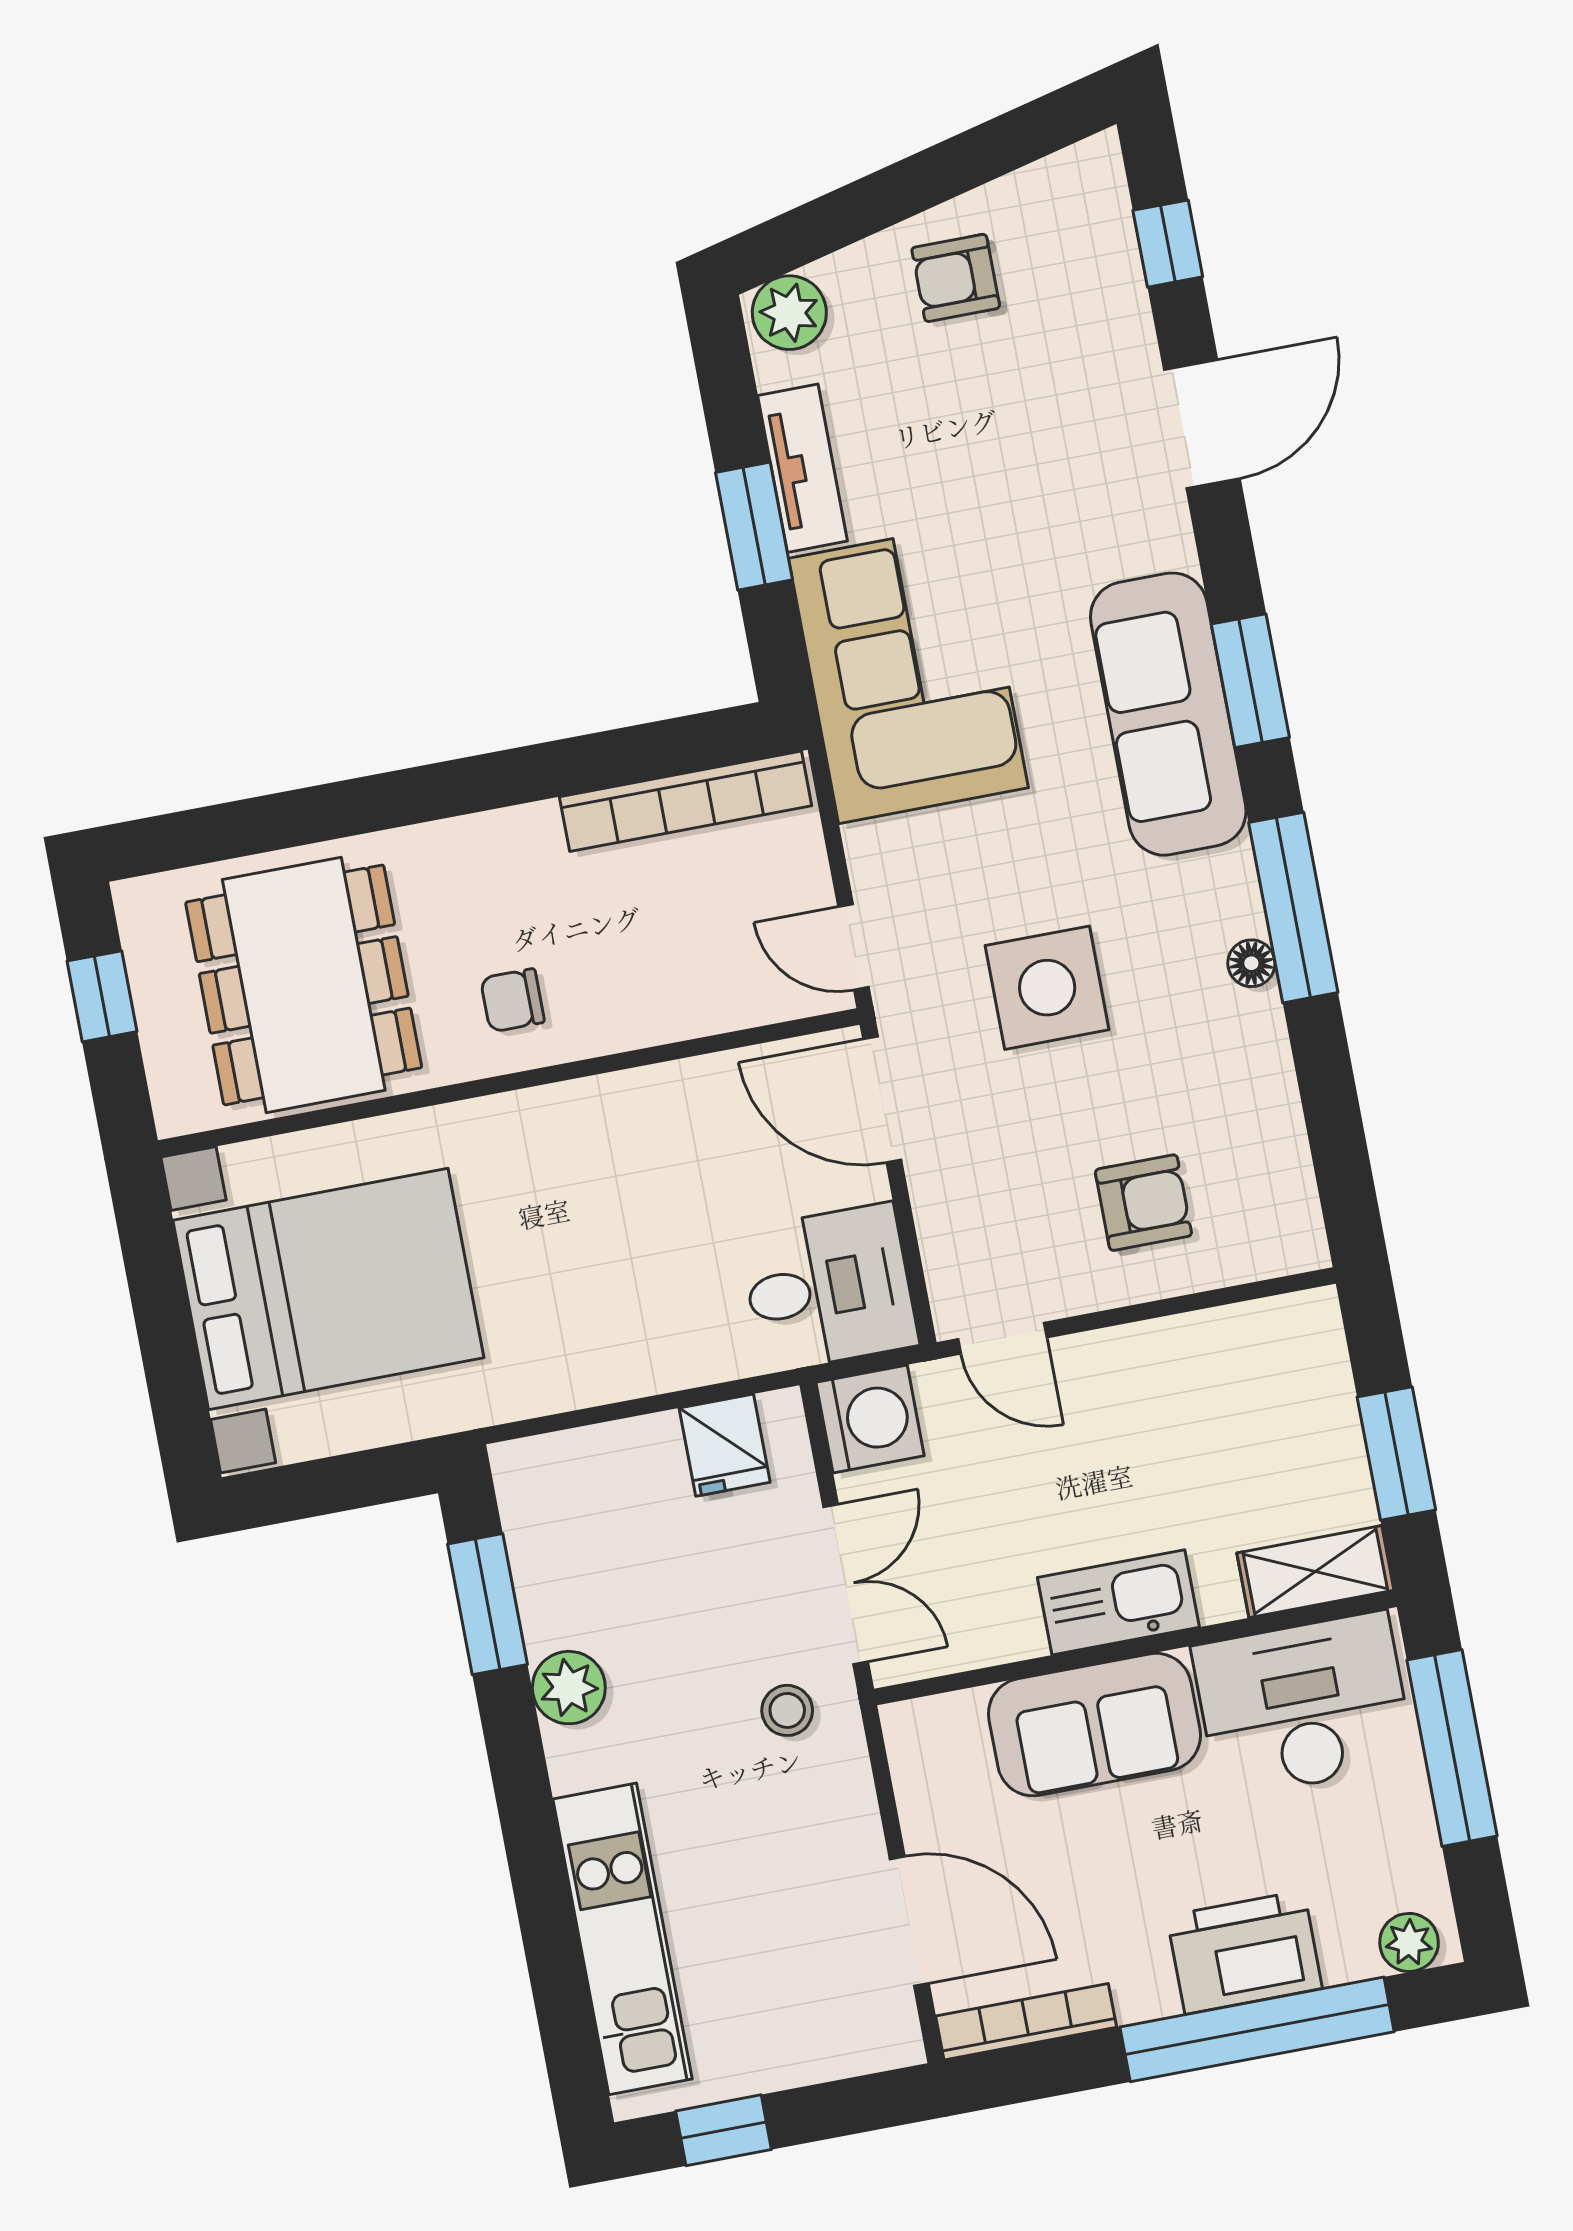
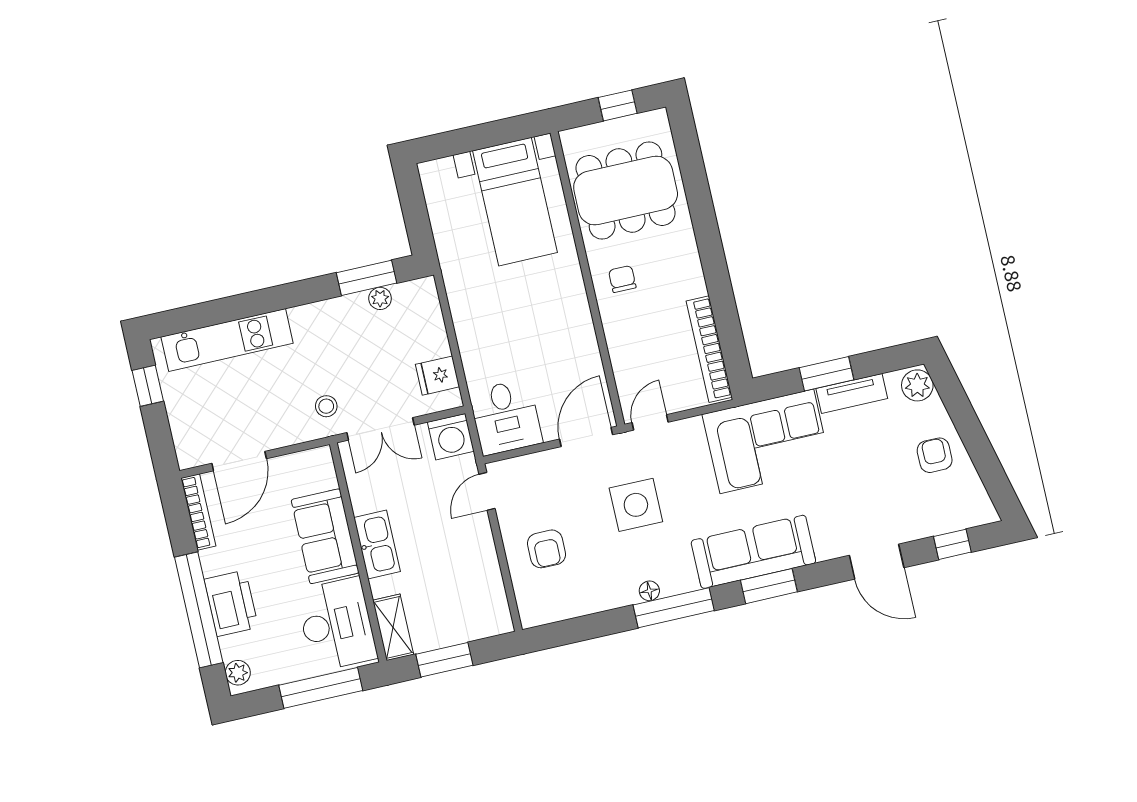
bed with nightstands: (328, 1289) -> (515, 202), width x0.73
plant: (569, 1688) -> (380, 298), moved, width x0.73, depth x0.73

